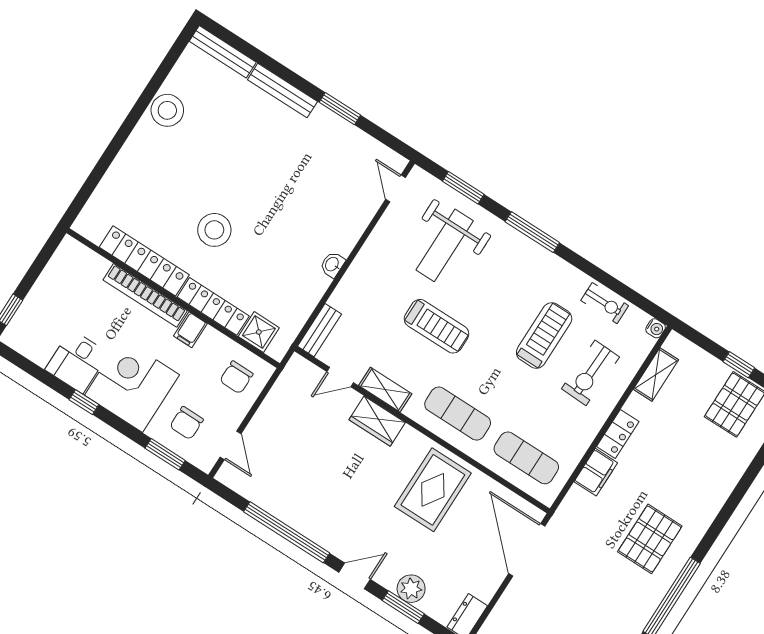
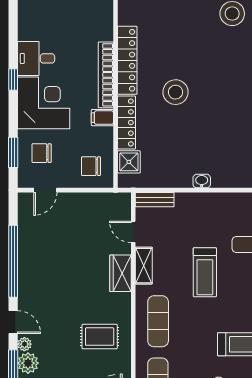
rug: (433, 490) -> (100, 337), width x0.73, depth x0.70
plant: (388, 579) -> (24, 344), added

